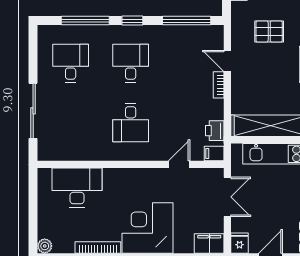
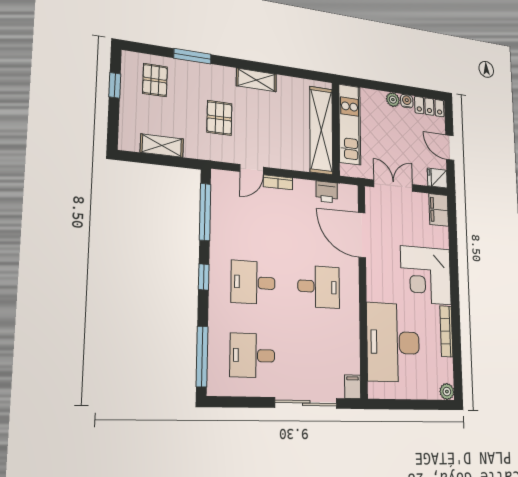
window: (85, 21) -> (202, 356), moved
filing cabinet: (214, 154) -> (353, 387), moved, turned 180
door: (179, 164) -> (362, 235), width x1.87
desk: (77, 187) -> (393, 342), width x1.36, depth x1.30

